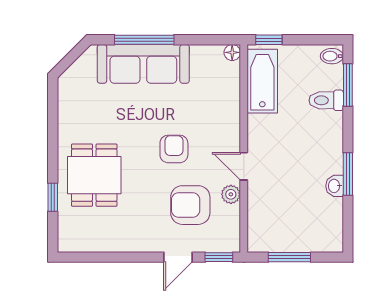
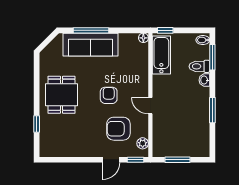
dining table: (94, 175) -> (61, 95), moved
washbasin: (335, 186) -> (204, 80), moved
plant: (231, 194) -> (143, 143), moved

